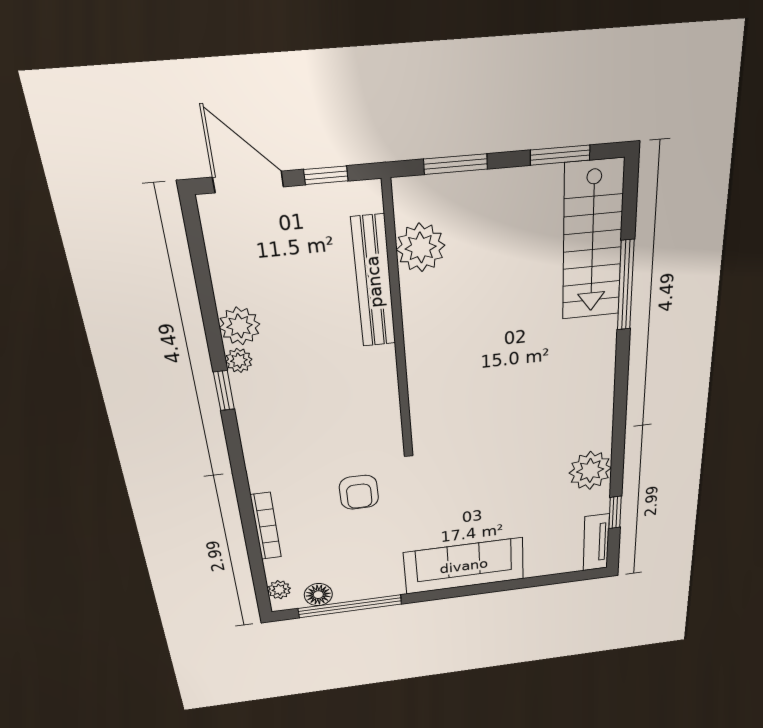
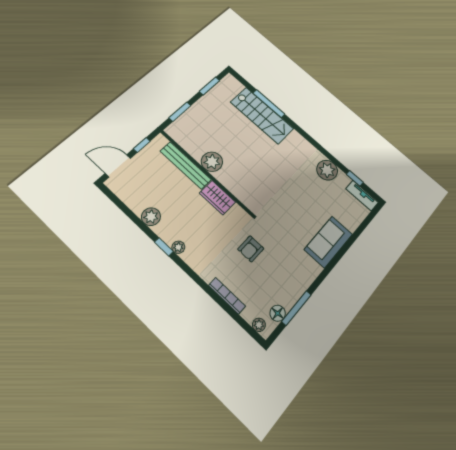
stairs: (593, 241) -> (262, 115), moved
plant: (421, 248) -> (212, 162), moved
plant: (239, 360) -> (178, 247), moved
wardrobe: (378, 380) -> (217, 198), added
armchair: (359, 492) -> (251, 249), turned 90
sofa: (464, 566) -> (328, 242), width x0.73
window: (350, 606) -> (296, 308), width x0.68

